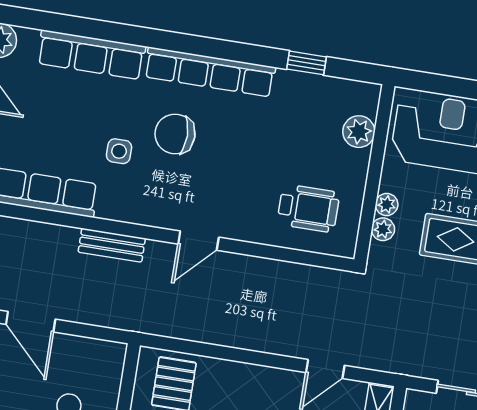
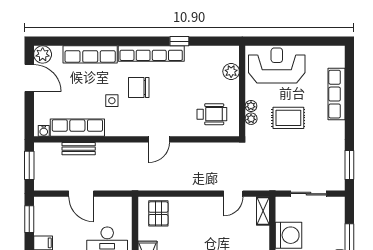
window: (307, 63) -> (179, 41), moved
bench: (112, 245) -> (79, 149), moved

